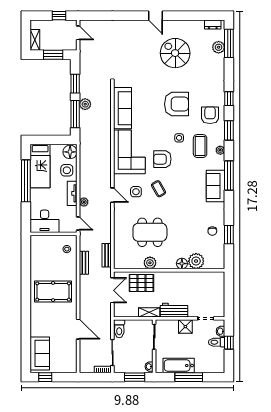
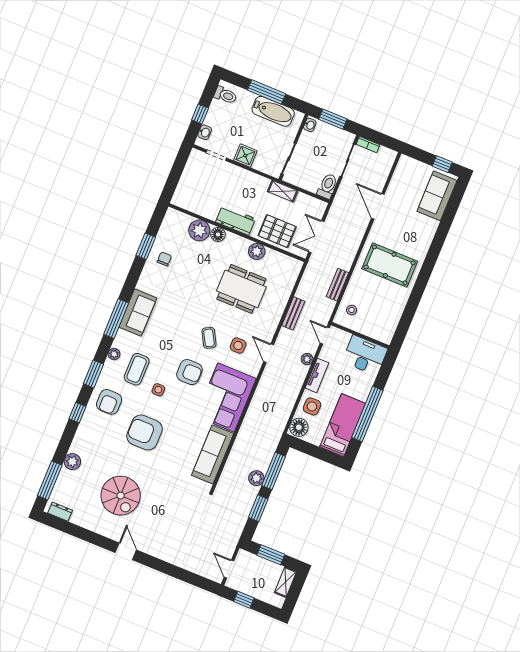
plant: (219, 47) -> (72, 462), moved
bench: (107, 255) -> (293, 313), moved
workbench: (174, 310) -> (236, 220), moved, turned 180
toilet: (217, 342) -> (225, 95), moved

